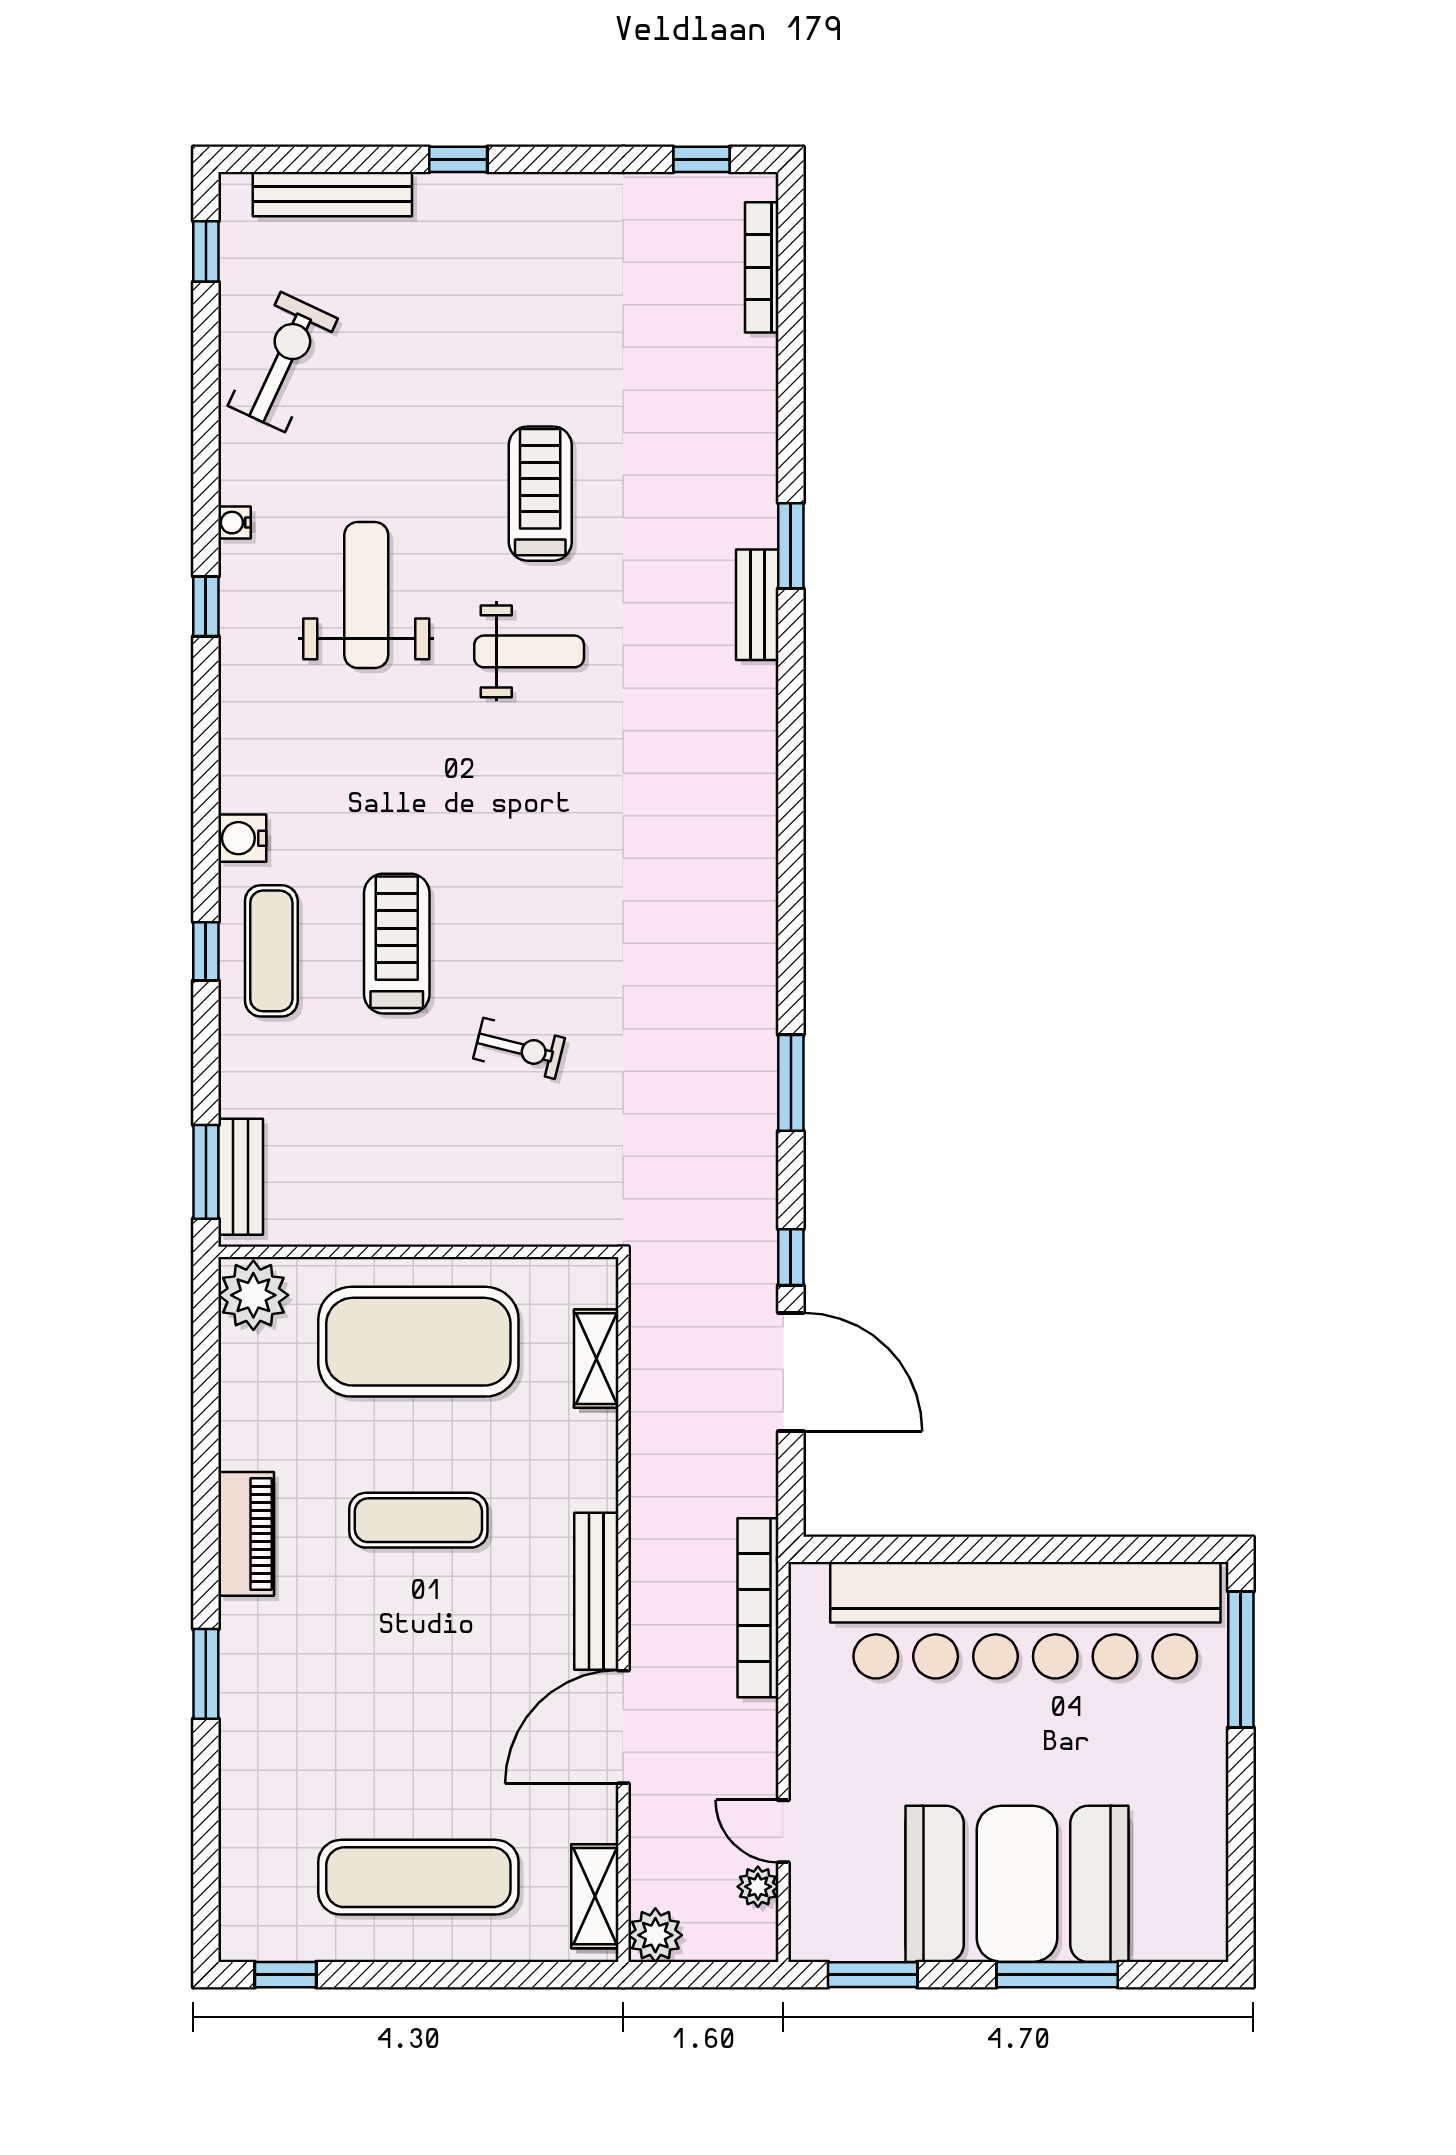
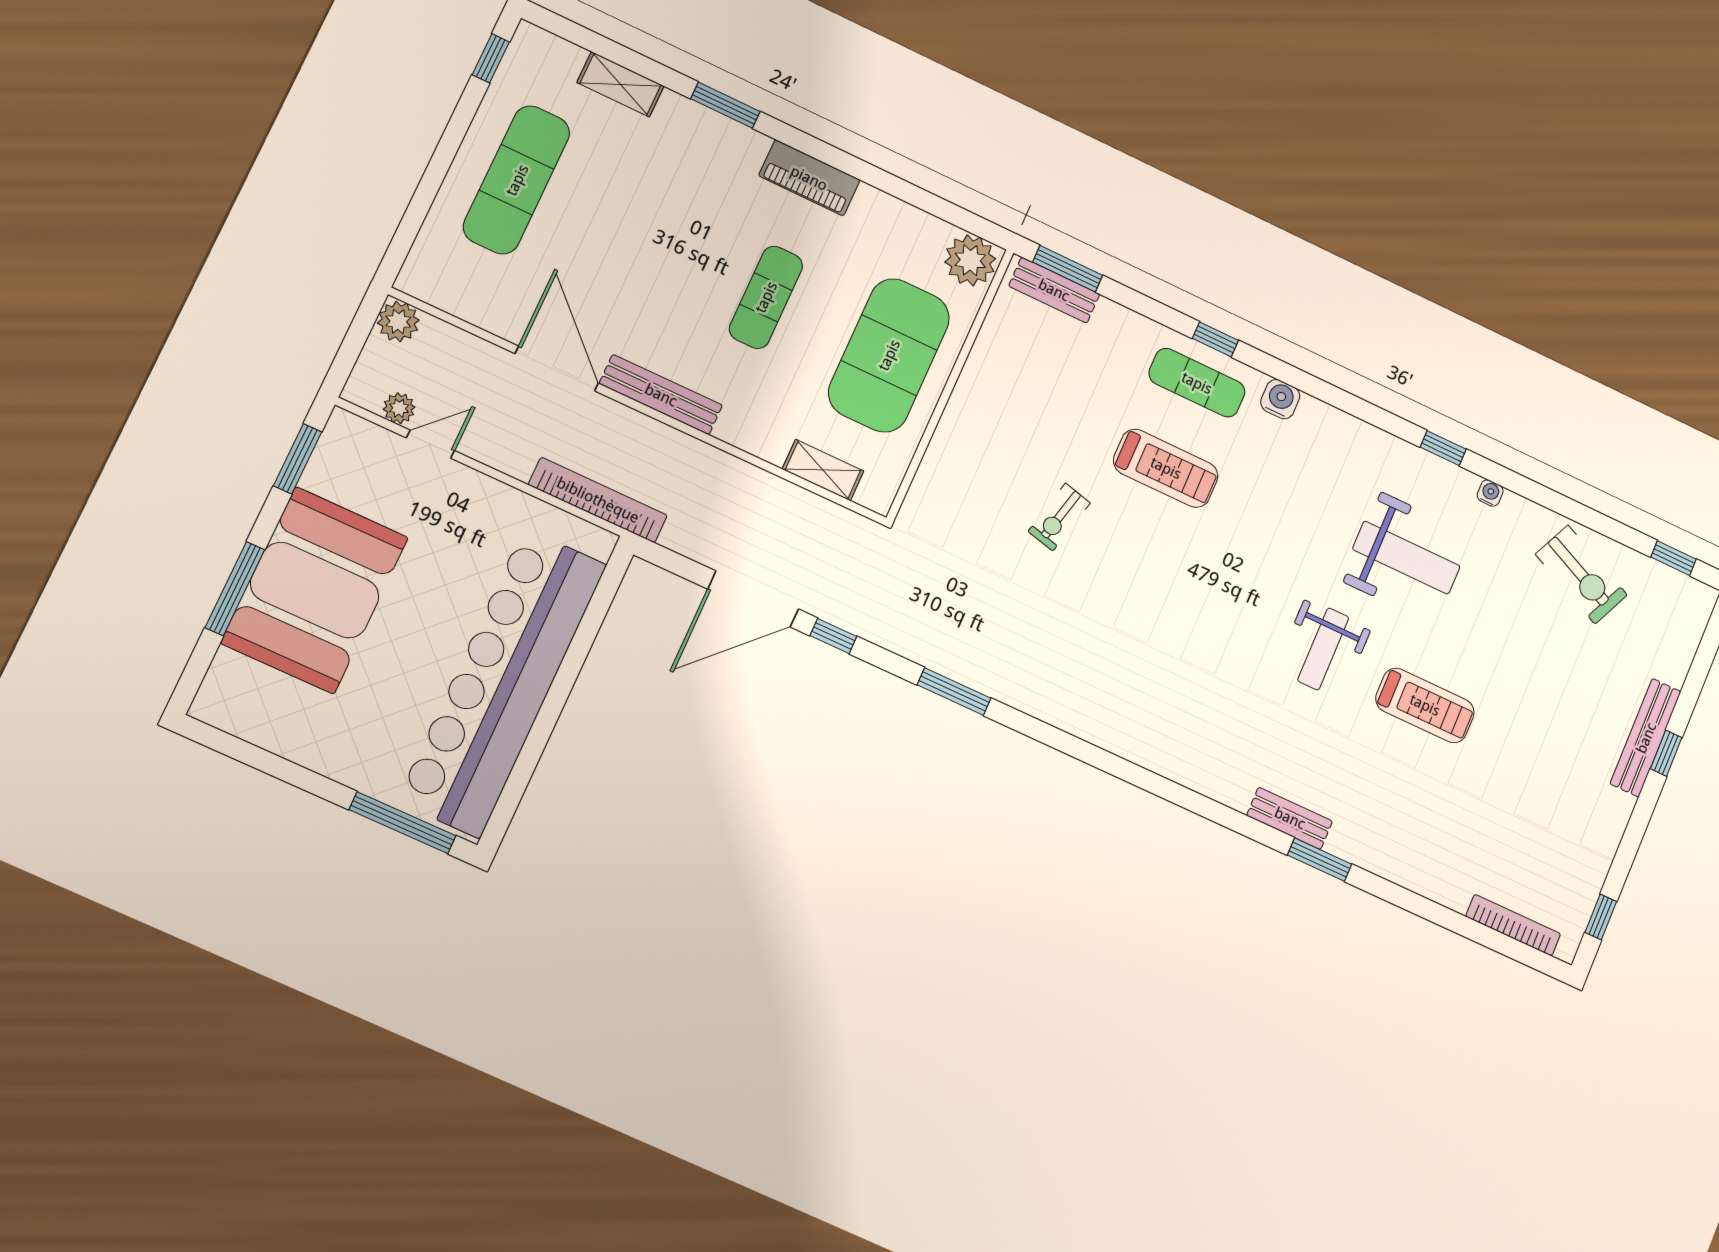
bench: (332, 194) -> (1646, 738), moved
shelving: (595, 1896) -> (620, 84), moved

